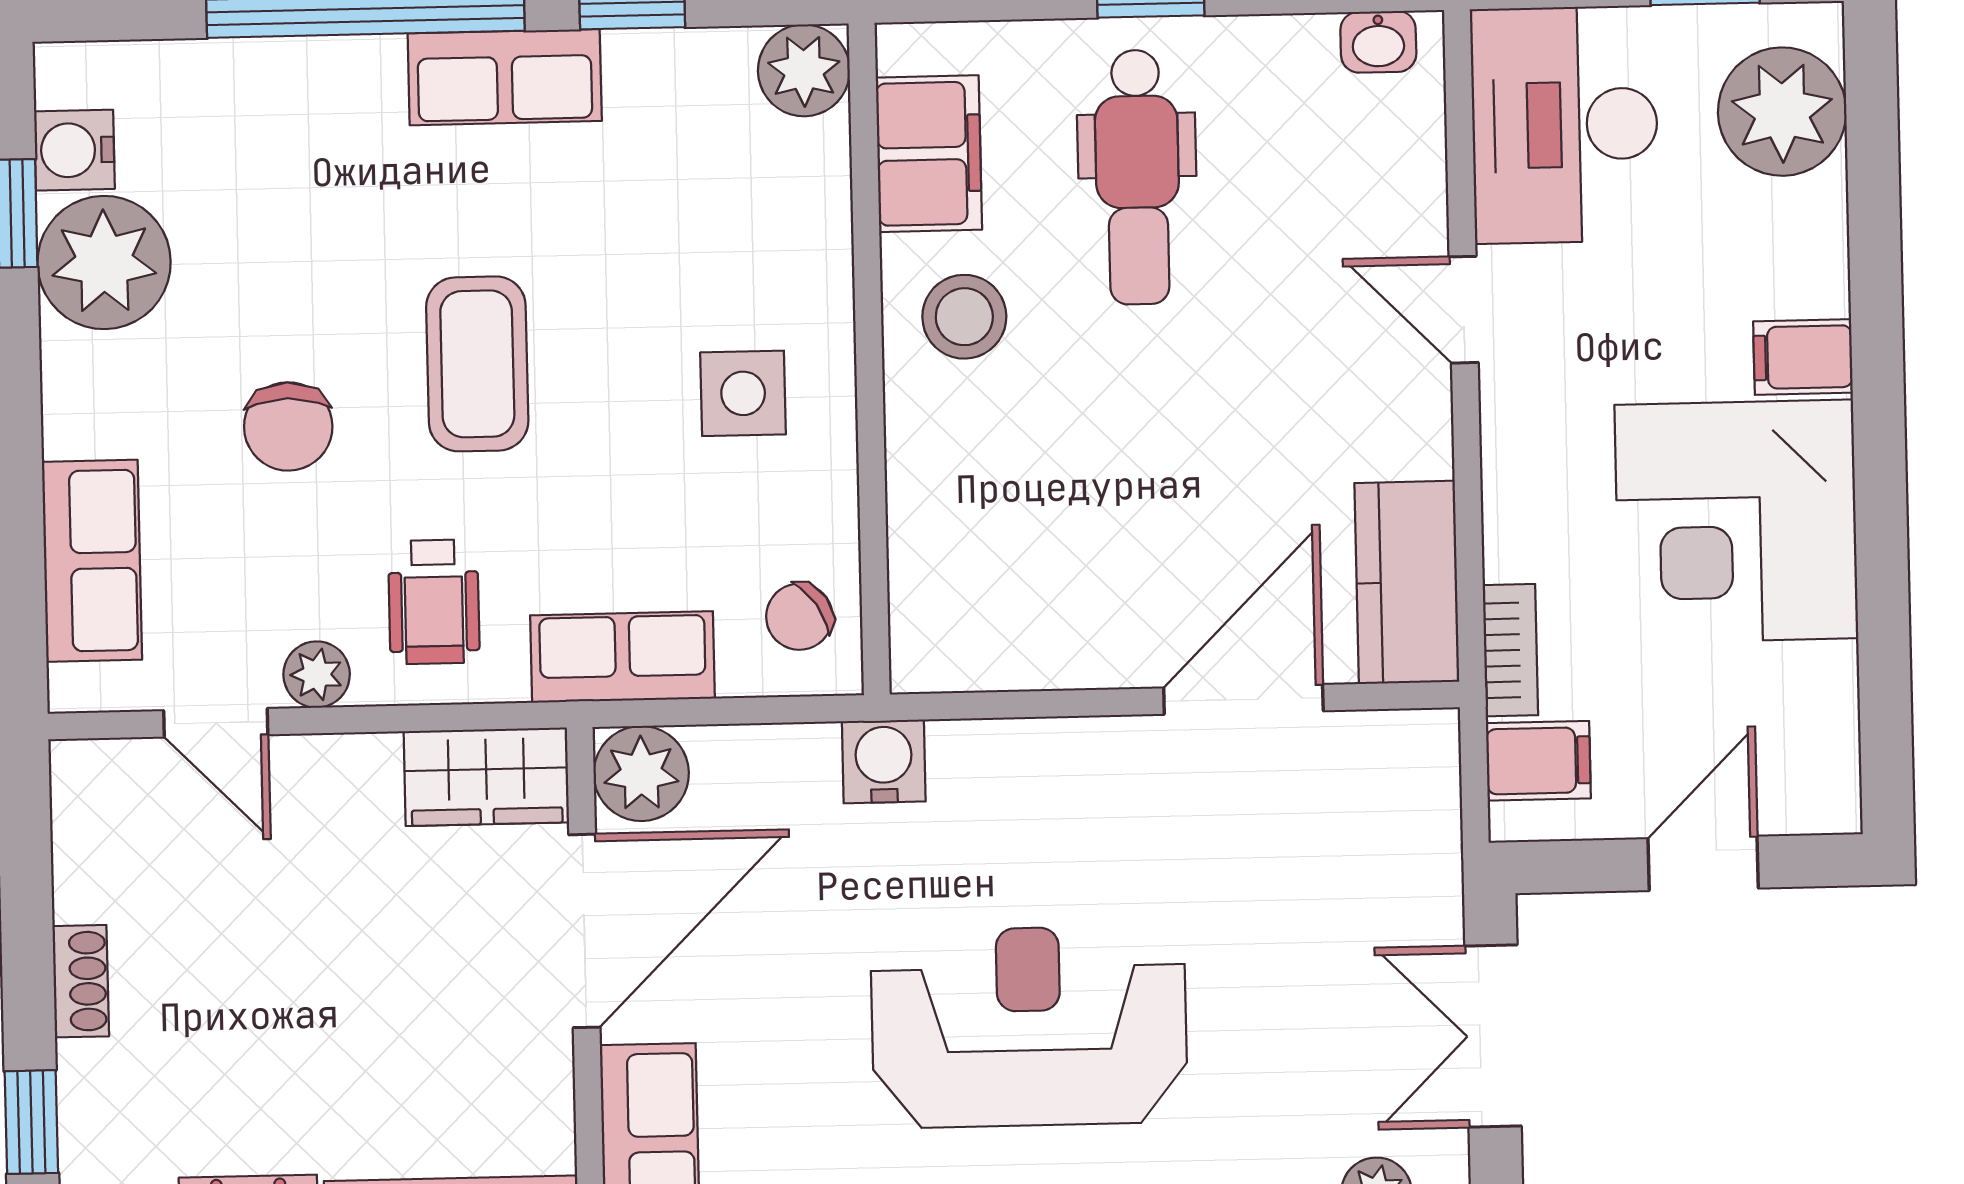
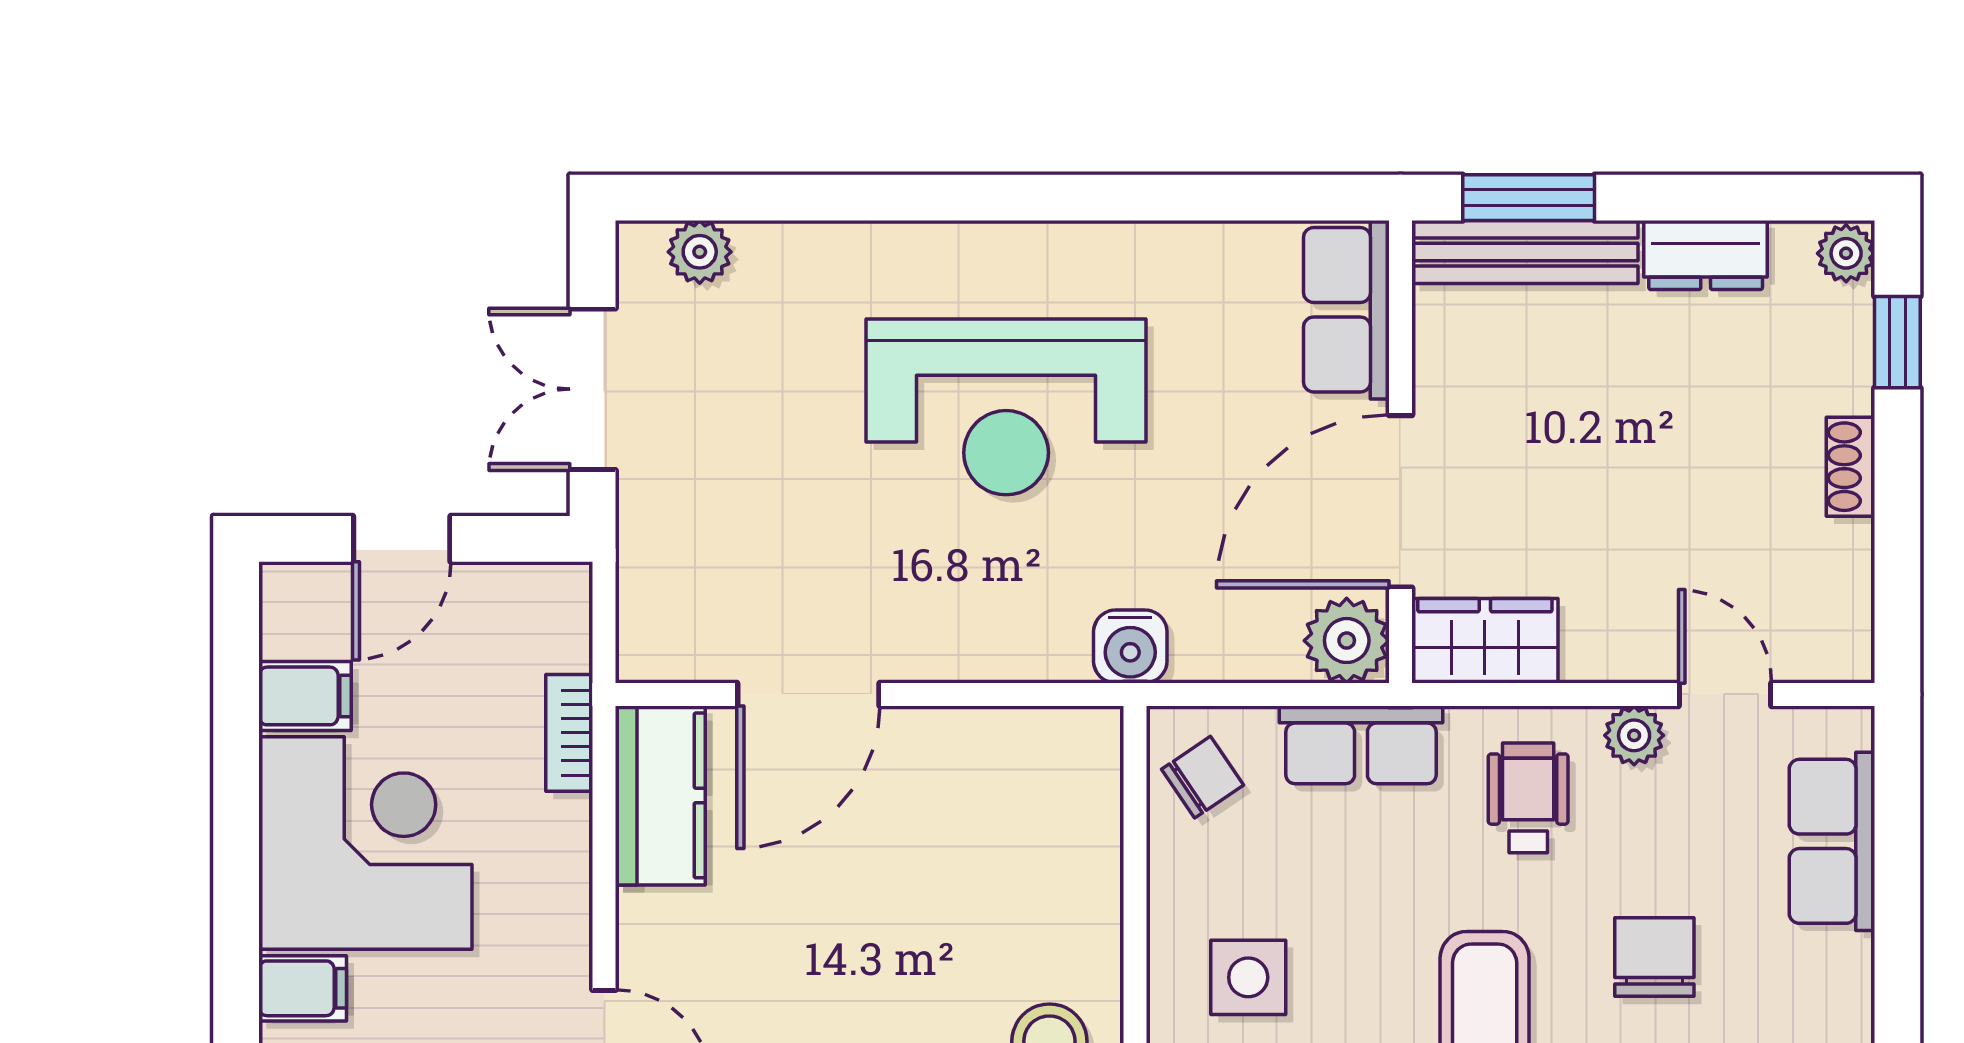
filing cabinet: (1538, 761) -> (305, 696), moved, turned 180
double door: (1493, 1036) -> (593, 389), swing flipped

